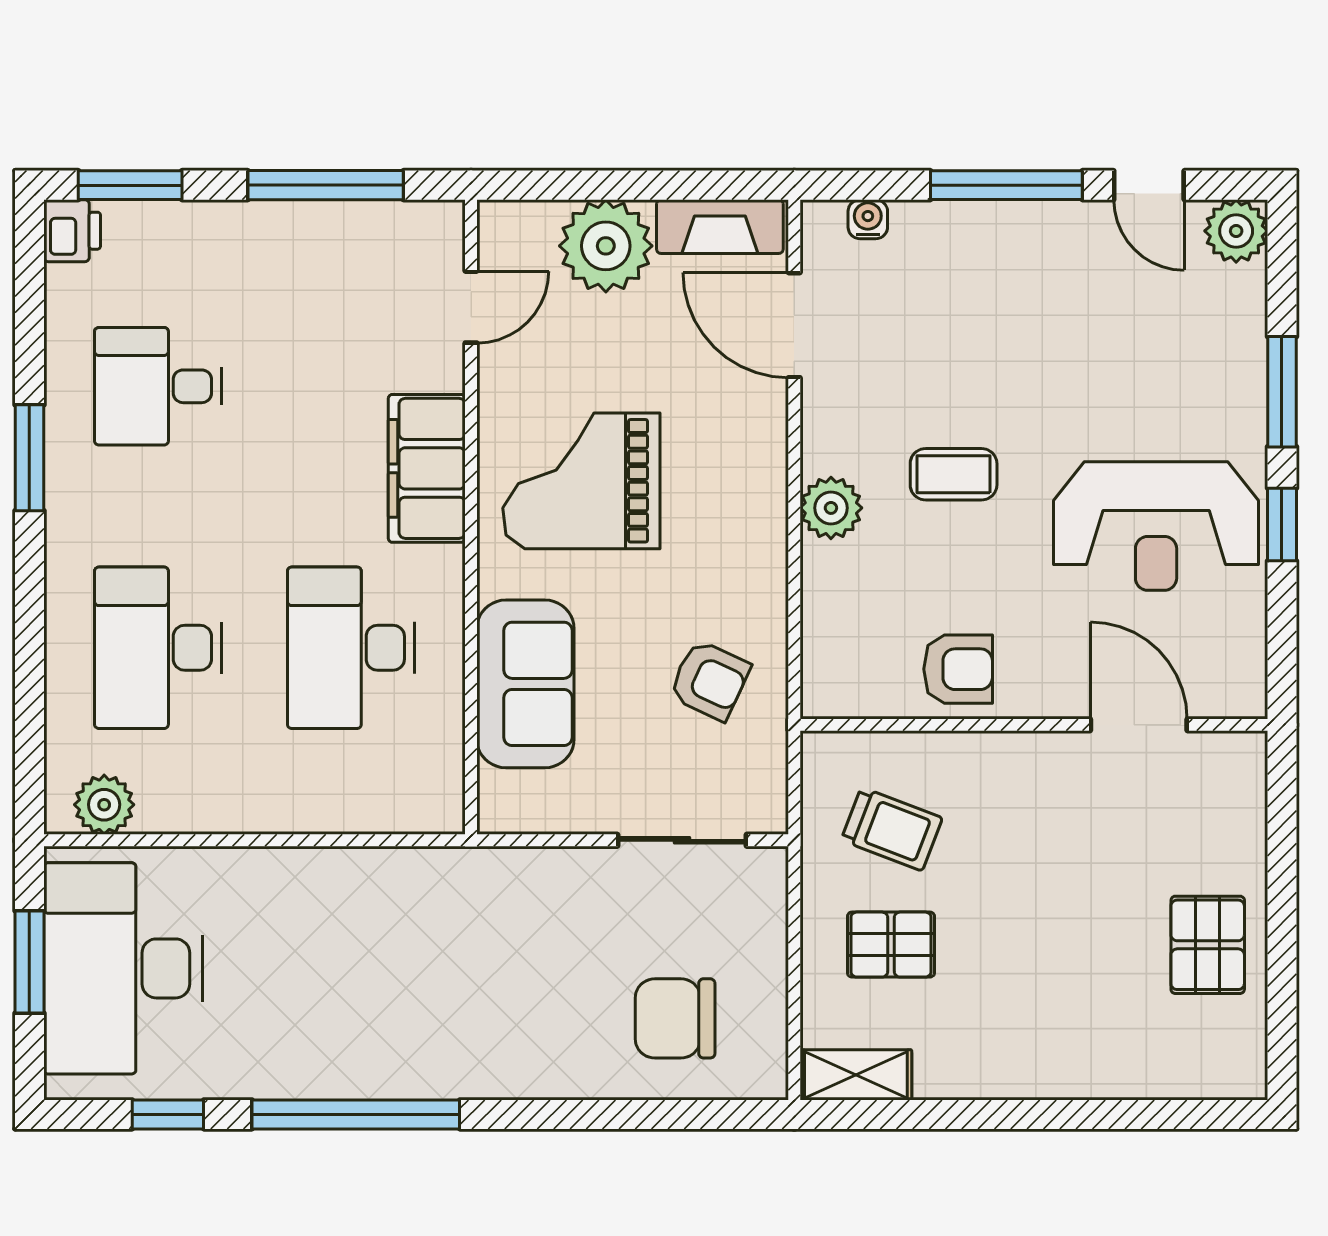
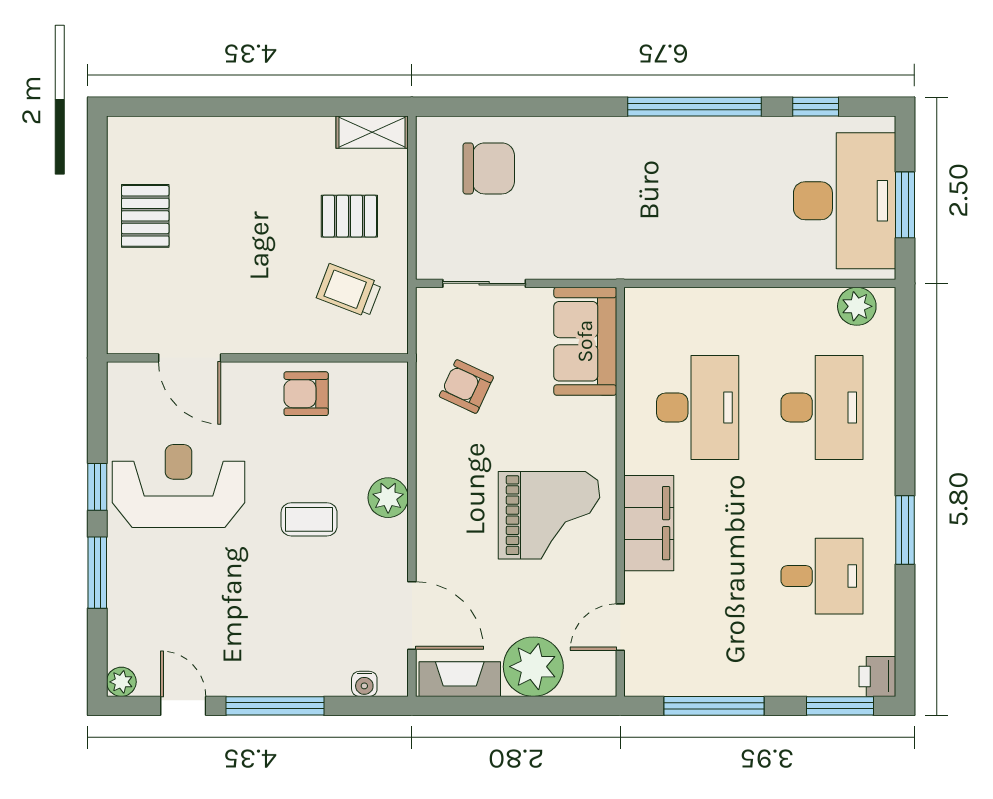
plant: (1236, 231) -> (121, 682), width x0.73, depth x0.73
sofa: (525, 684) -> (585, 341), moved

